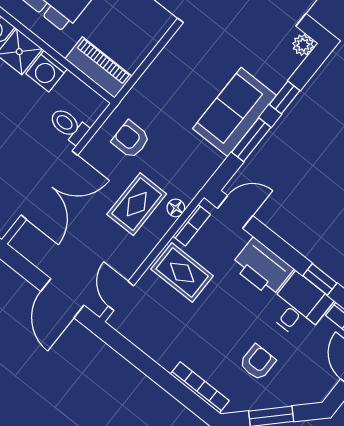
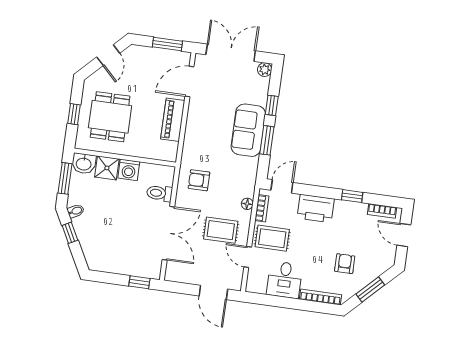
piano: (98, 67) -> (173, 120), moved, turned -90
rug: (137, 204) -> (221, 230), moved, turned 90
door: (121, 296) -> (248, 257), moved
desk: (299, 306) -> (285, 280), moved, turned 180

